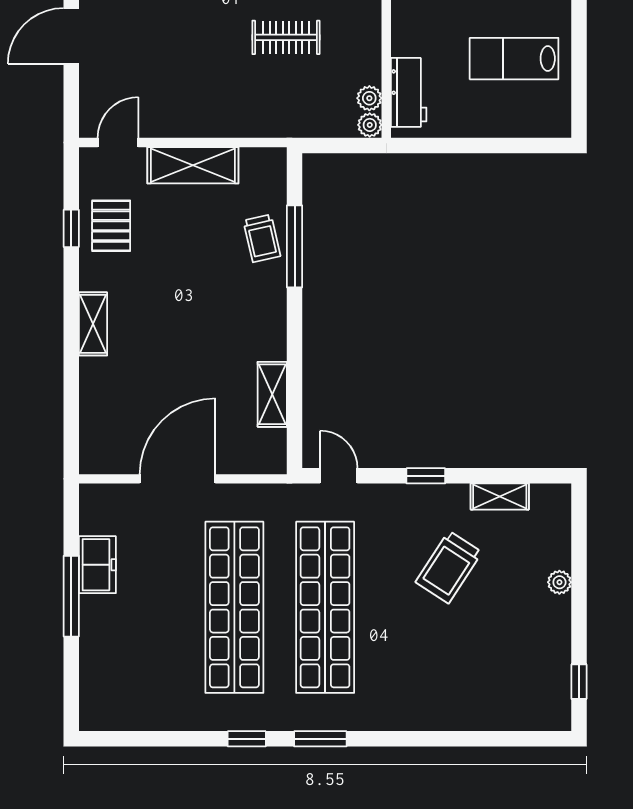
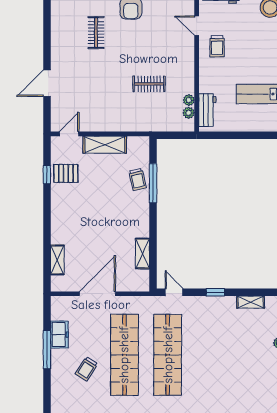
plant: (370, 125) -> (189, 100), moved
pallet: (111, 226) -> (66, 173), turned 90
shelving: (93, 324) -> (57, 260), moved
trolley: (449, 567) -> (87, 369), moved, width x0.73, depth x0.72

